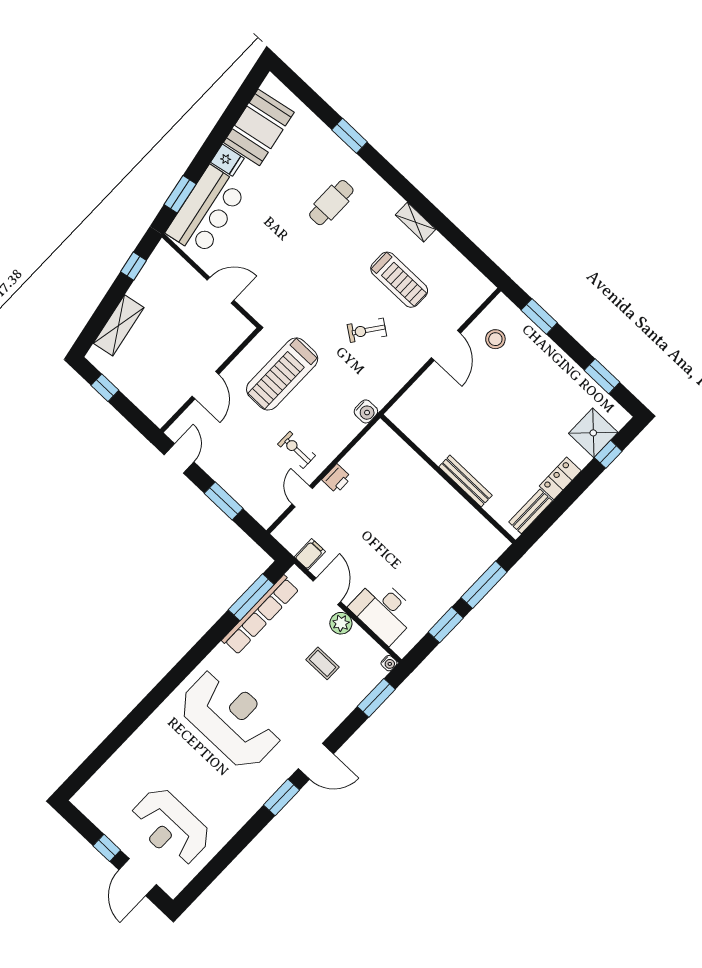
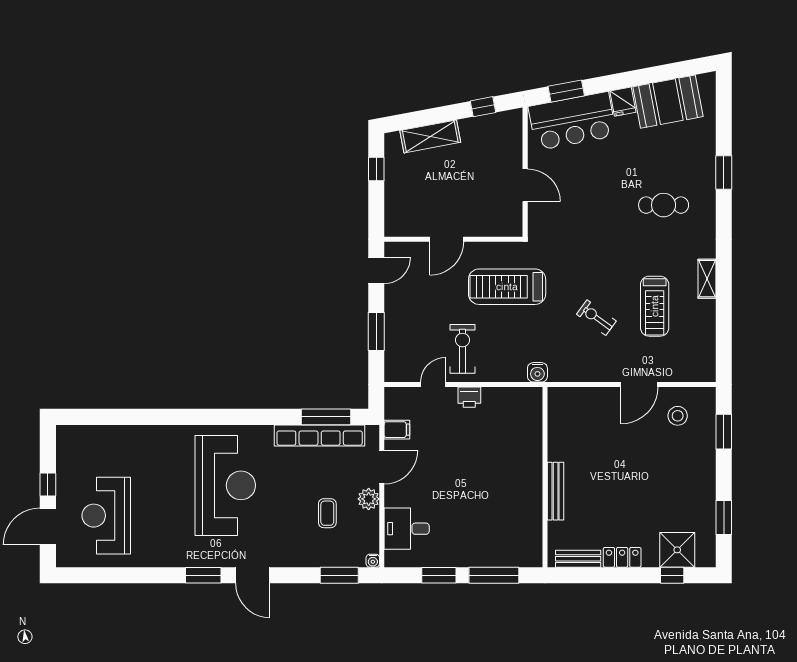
exercise bike: (297, 450) -> (463, 349), width x1.38, depth x1.39
desk: (383, 611) -> (407, 529), width x0.73

